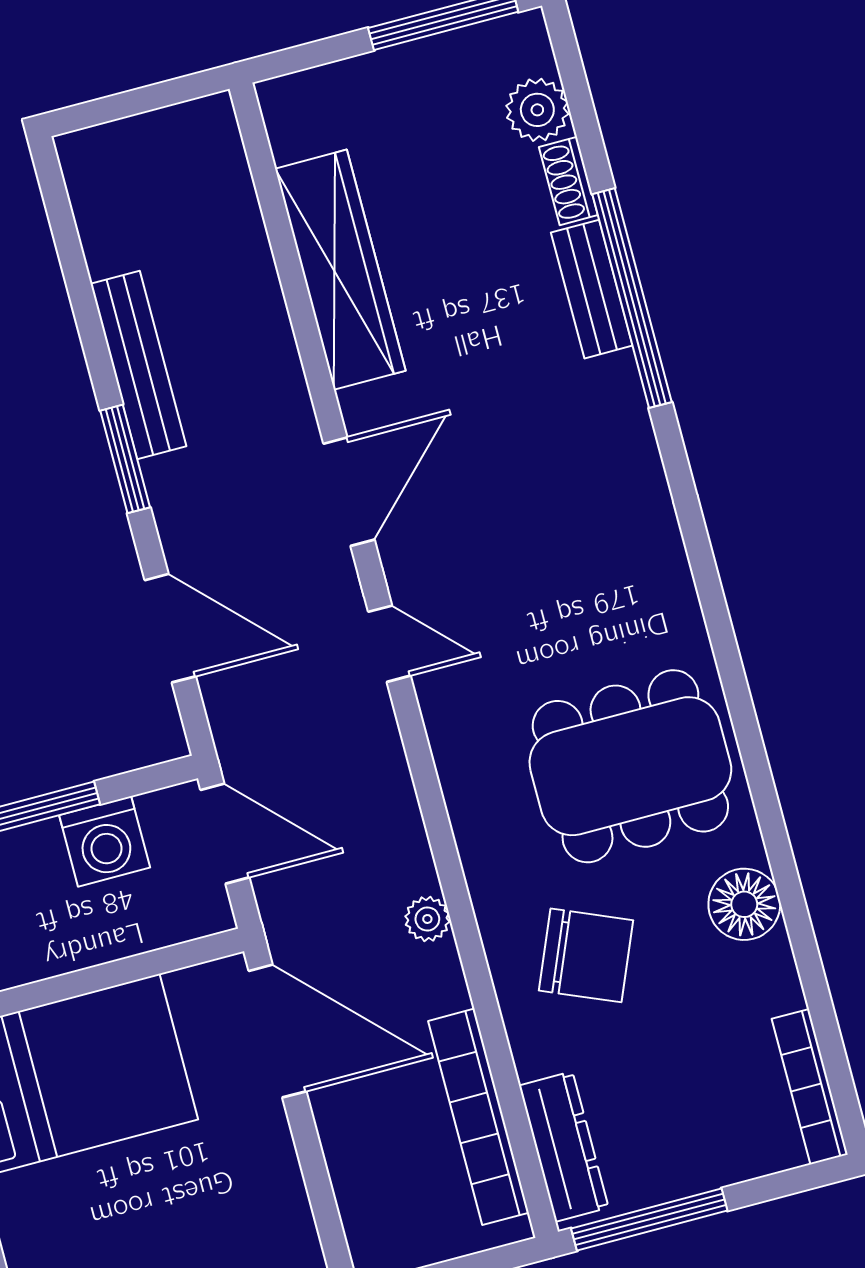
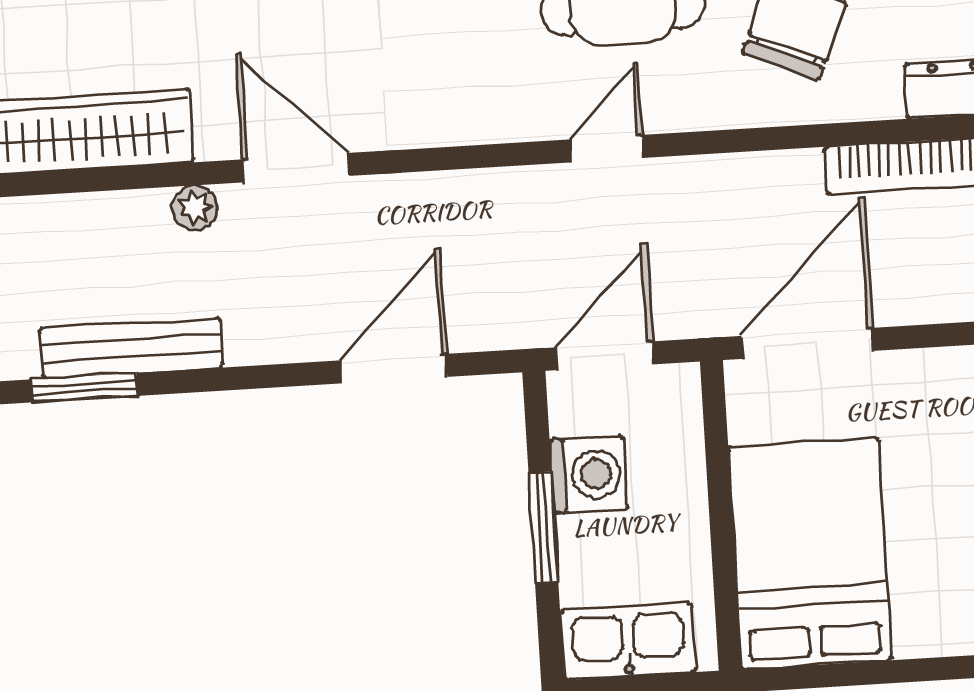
window: (125, 459) -> (84, 388), moved
door: (389, 644) -> (607, 149), moved
plant: (427, 919) -> (195, 208), moved

